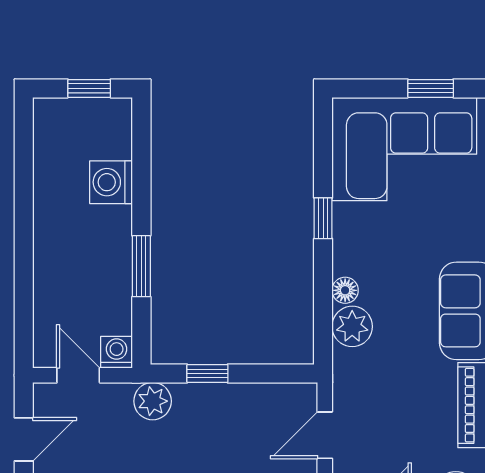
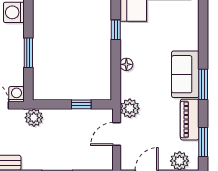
plant: (352, 326) -> (130, 108), moved
window: (207, 373) -> (81, 104), moved

